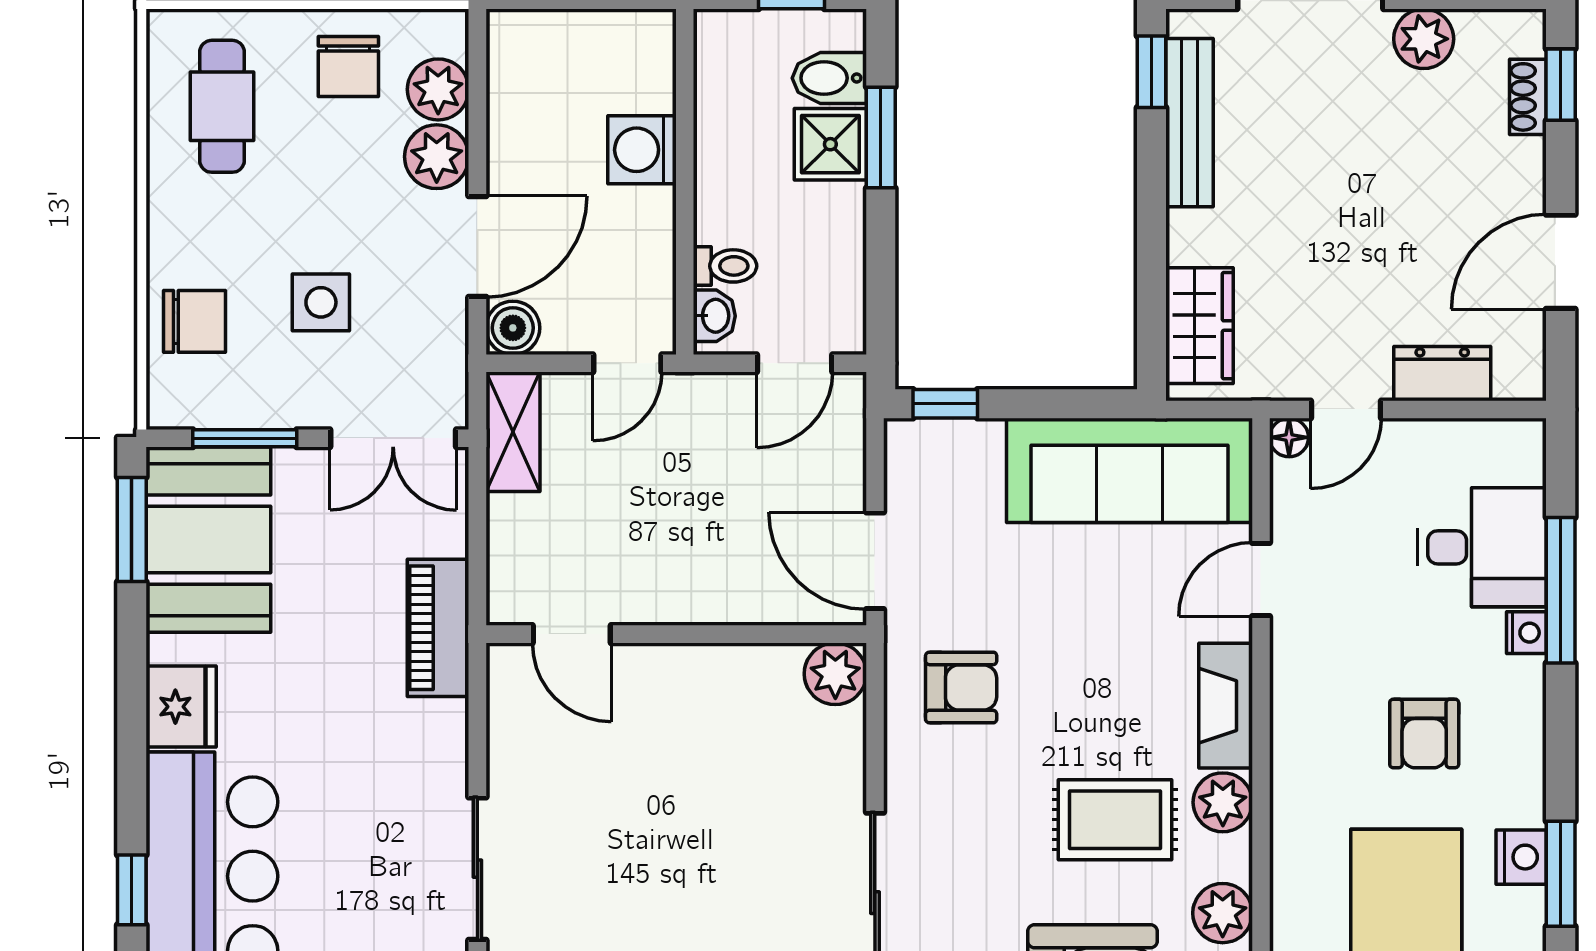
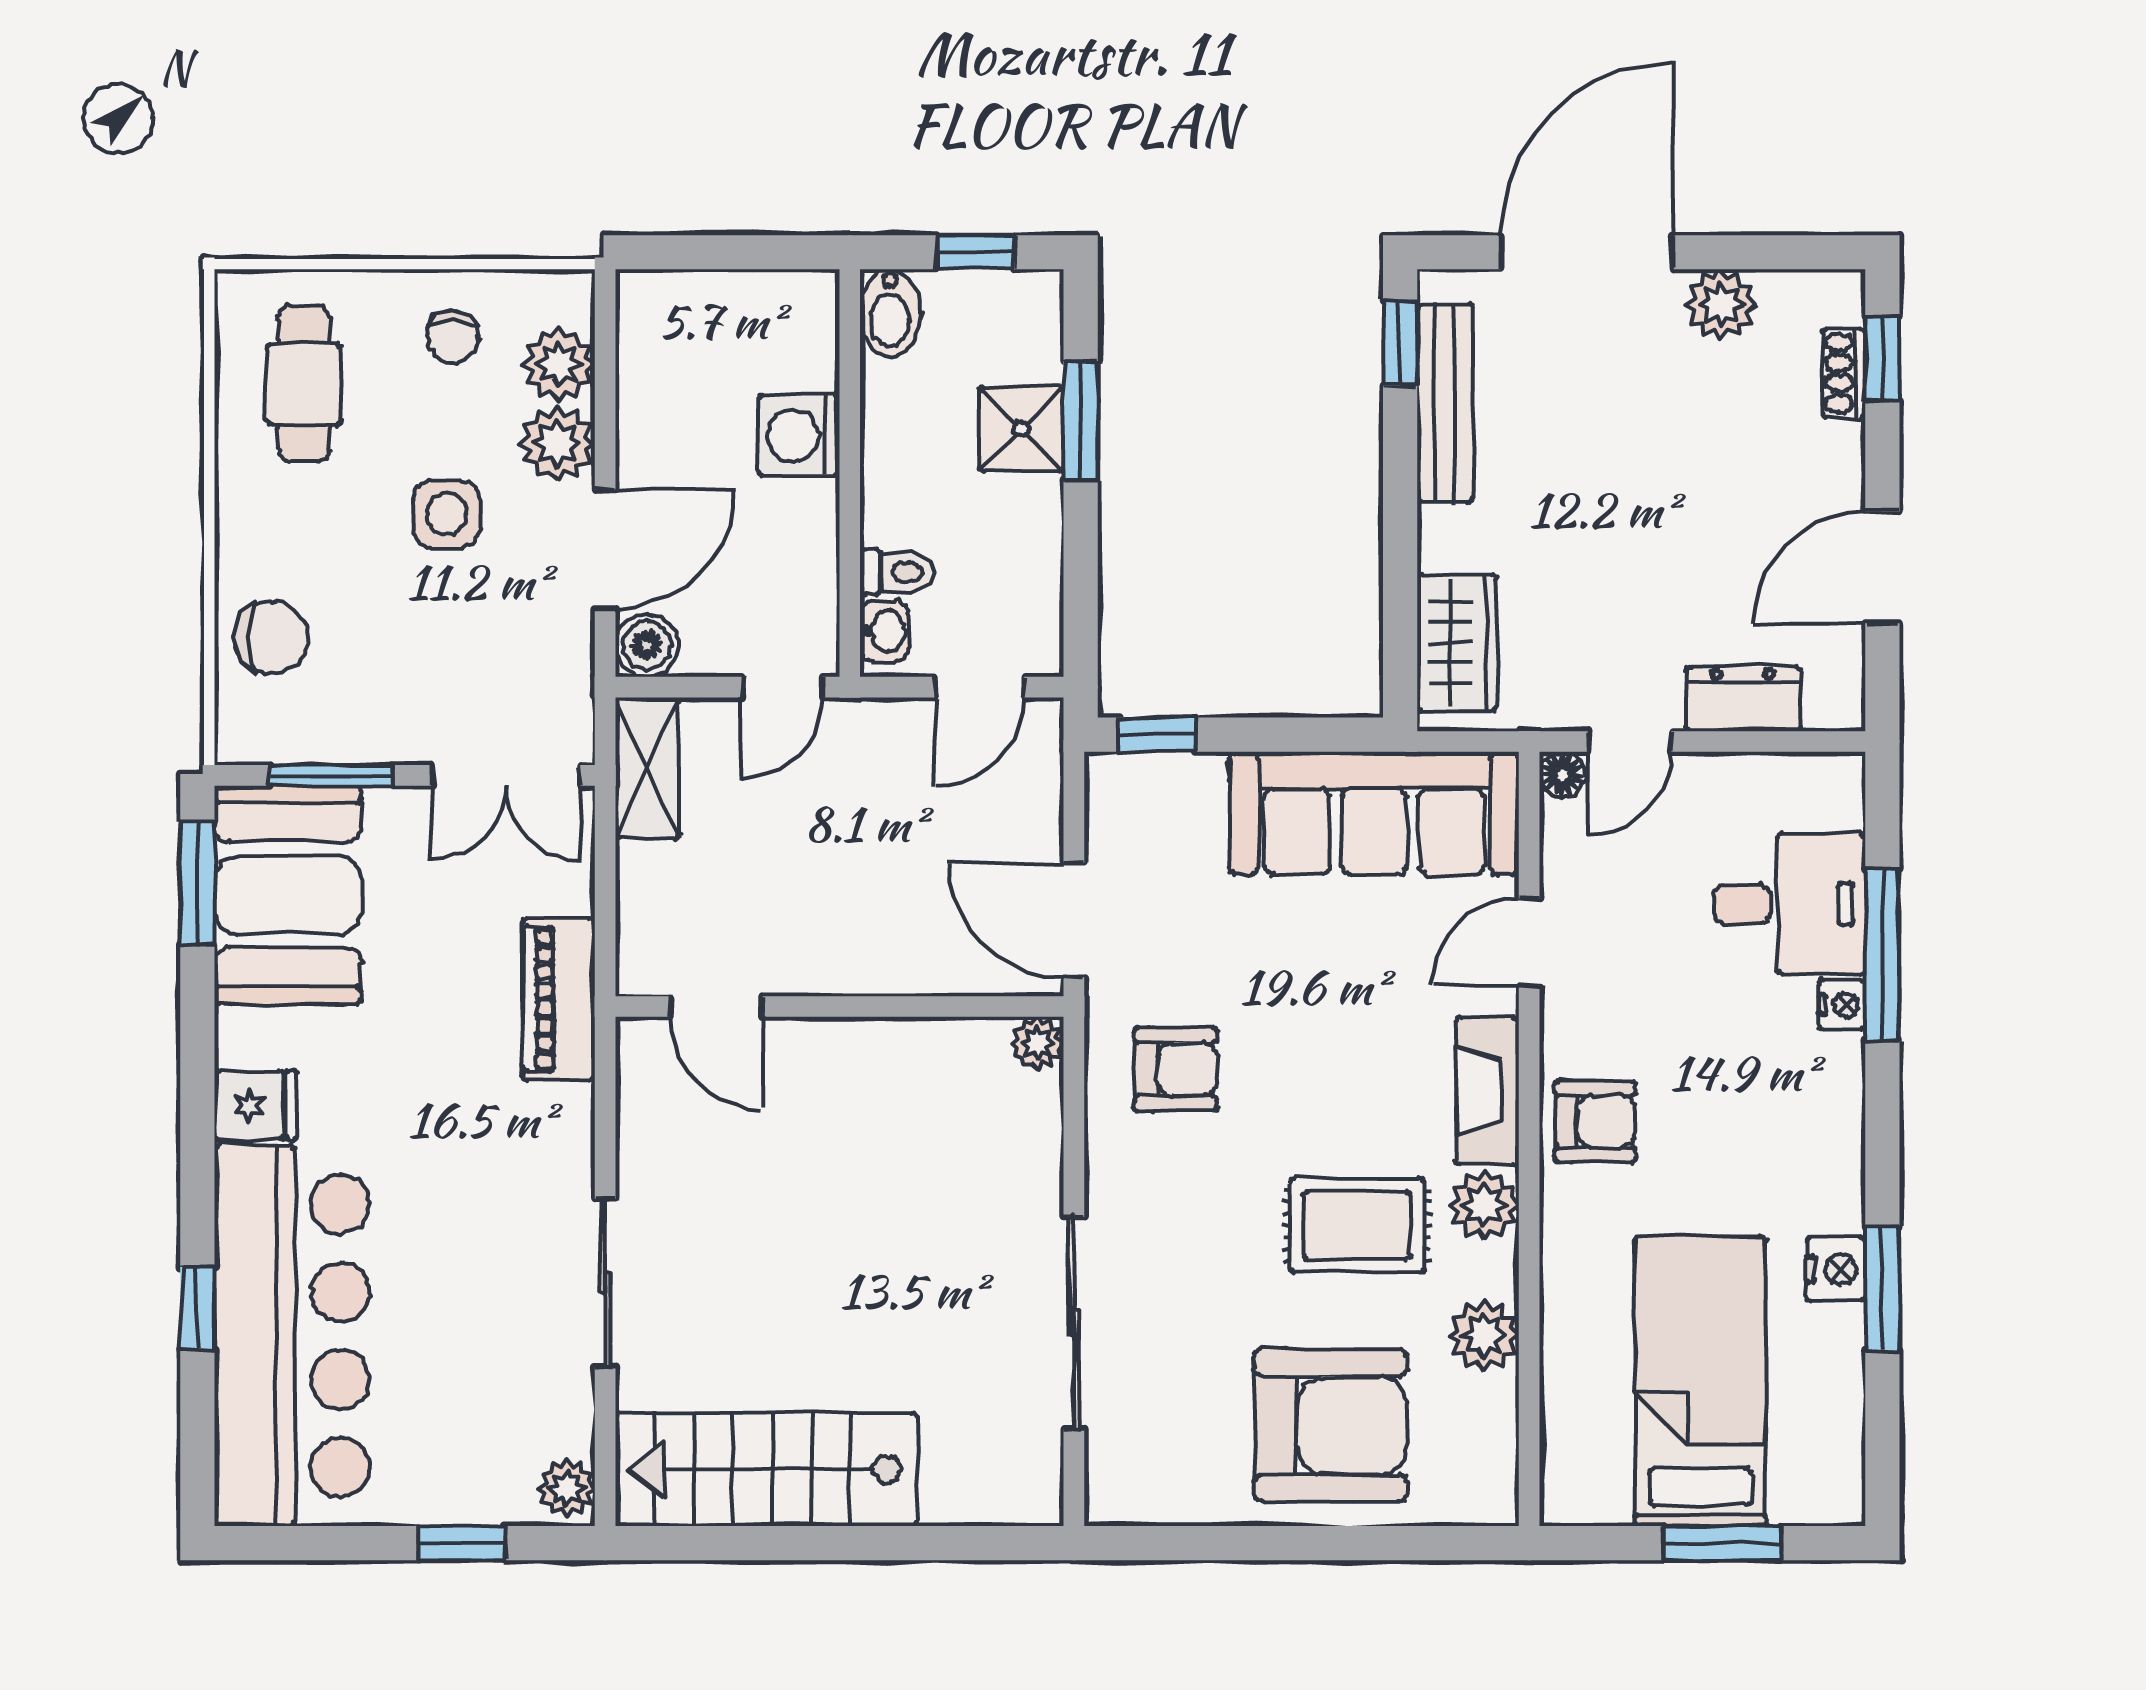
chair: (348, 66) -> (453, 337), width x0.73, depth x0.73
bidet: (829, 78) -> (890, 313), moved, turned -90
side table: (321, 302) -> (447, 514), moved
plant: (835, 674) -> (1037, 1043), width x0.73, depth x0.73
fridge: (181, 707) -> (256, 1105), width x0.72
armchair: (1424, 733) -> (1595, 1121), moved, turned -90

